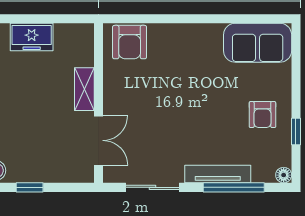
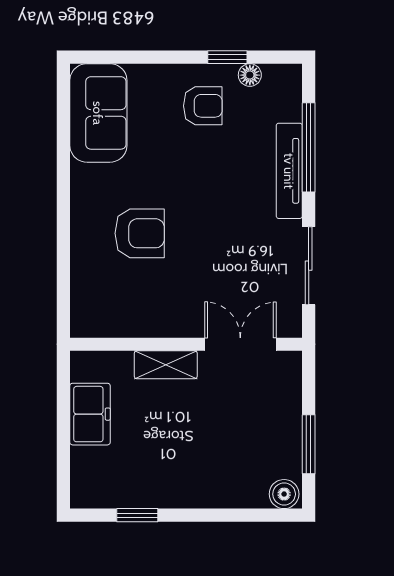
freezer: (32, 37) -> (90, 414), moved
armchair: (130, 42) -> (140, 233), moved
floor lamp: (284, 175) -> (250, 75), moved
window: (30, 187) -> (309, 444), width x1.50

